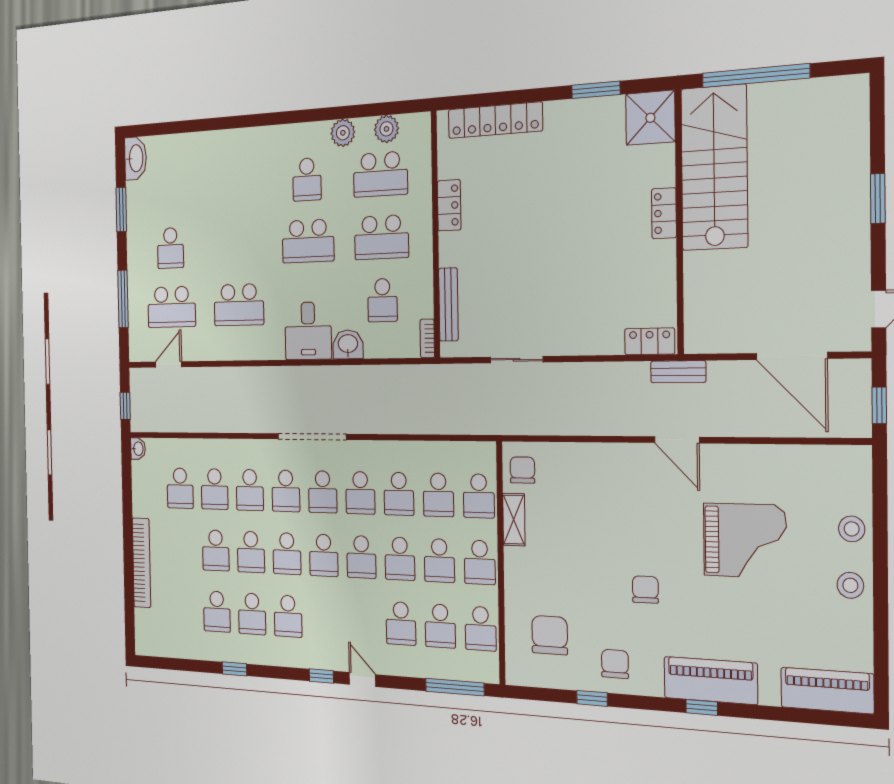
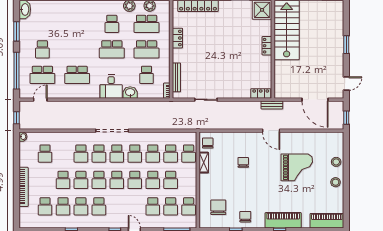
window: (123, 299) -> (17, 71), width x1.46
school desk: (215, 489) -> (45, 206), moved
school desk: (480, 562) -> (189, 180), removed
chair: (645, 590) -> (243, 162), moved

